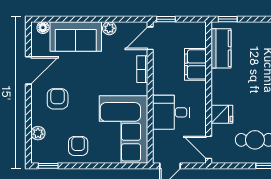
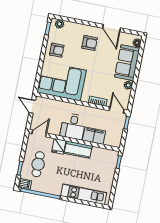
kitchen counter: (221, 48) -> (78, 150), moved
desk: (171, 112) -> (73, 126), moved, turned 180
plant: (38, 133) -> (59, 24), moved

